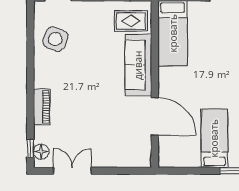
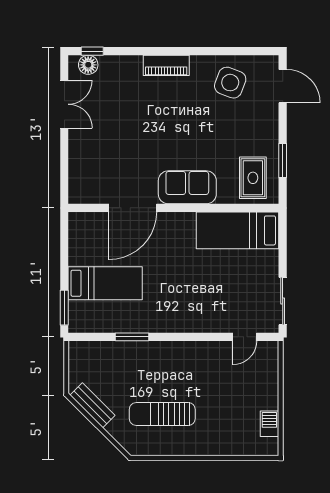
sofa: (138, 65) -> (187, 187), width x0.73
piano: (42, 107) -> (166, 65), moved

